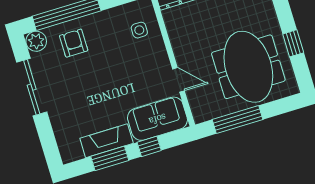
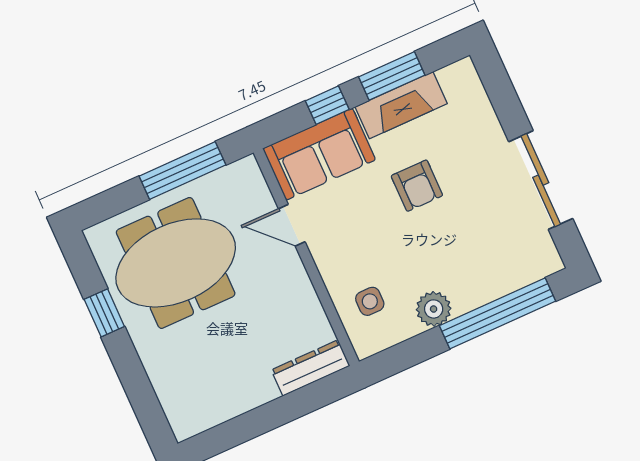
plant: (36, 41) -> (434, 309), moved
armchair: (74, 43) -> (417, 186), moved
meeting table: (248, 67) -> (176, 263), turned 90

